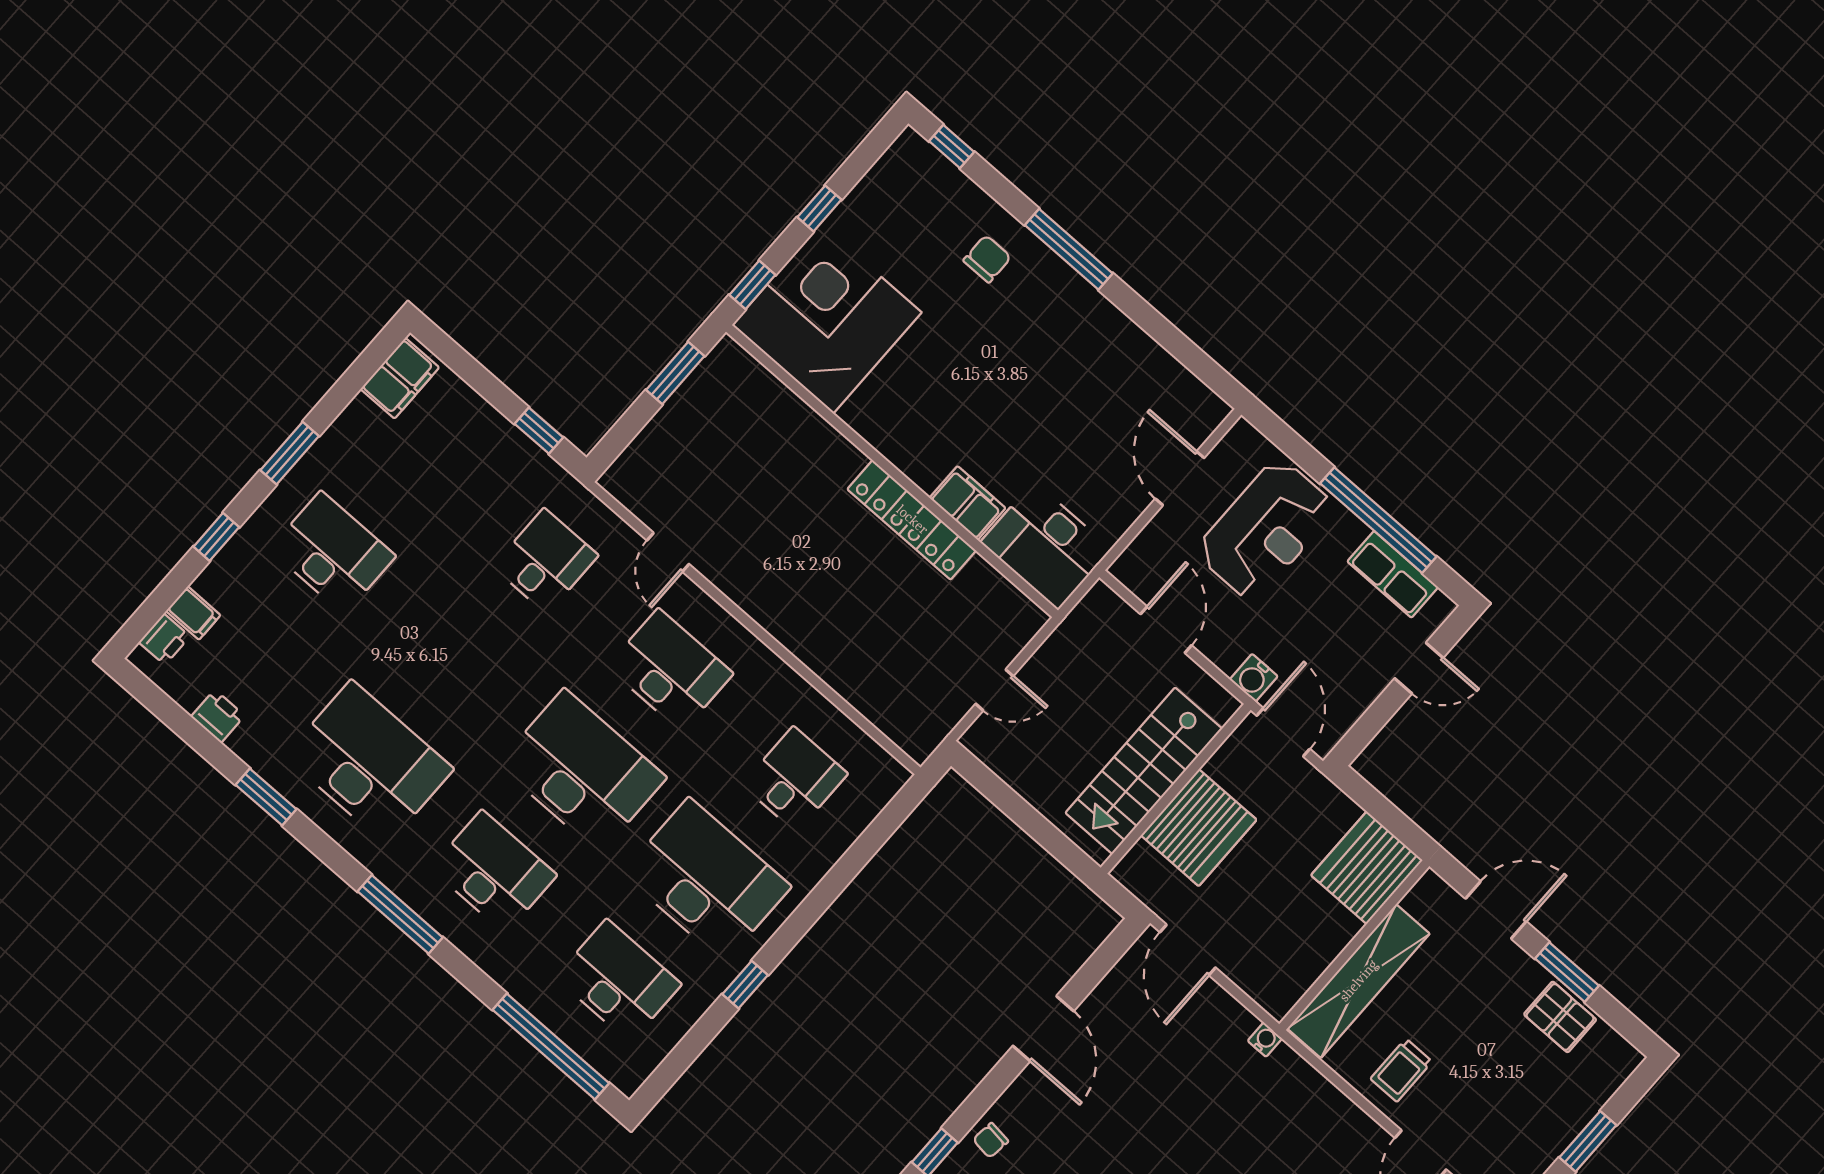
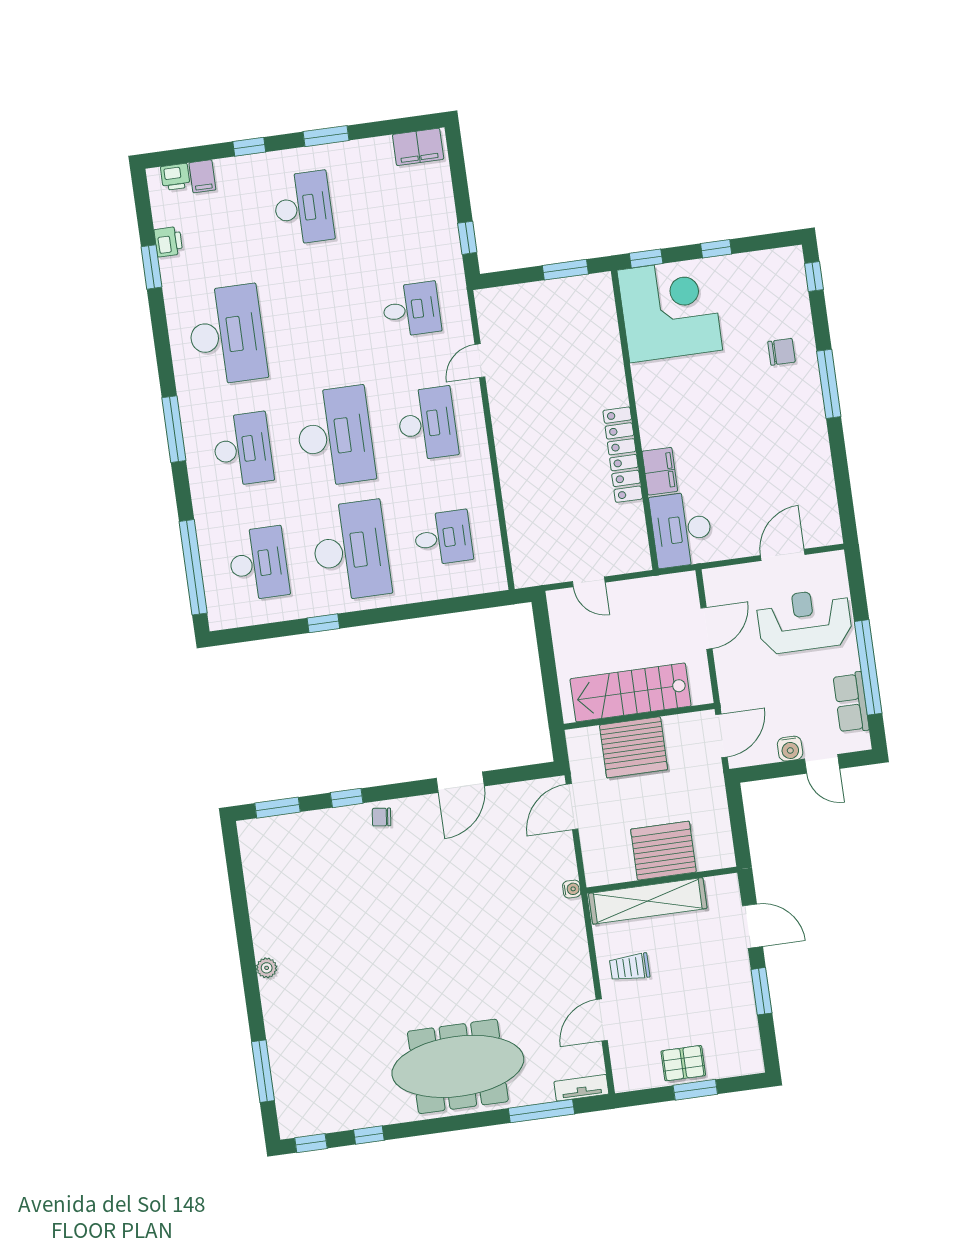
reception desk: (1265, 530) -> (804, 621), turned 180
water cooler: (1254, 678) -> (790, 749), moved, turned -90
window: (266, 797) -> (151, 267), moved
server rack: (1367, 868) -> (663, 851), moved
pallet: (1560, 1017) -> (683, 1063), moved, turned 90

